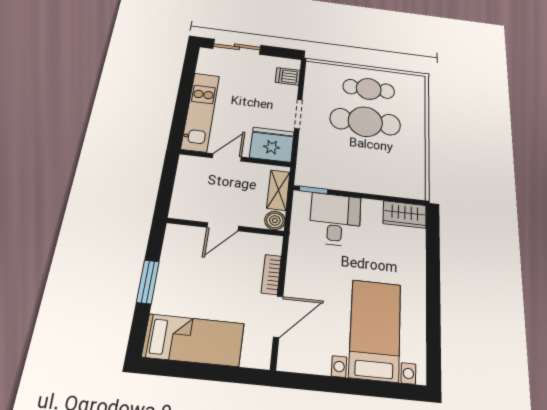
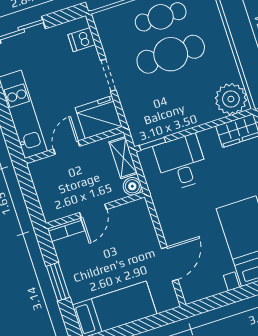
plant: (408, 183) -> (231, 99), added
bookcase: (271, 274) -> (66, 230), moved, turned -90

